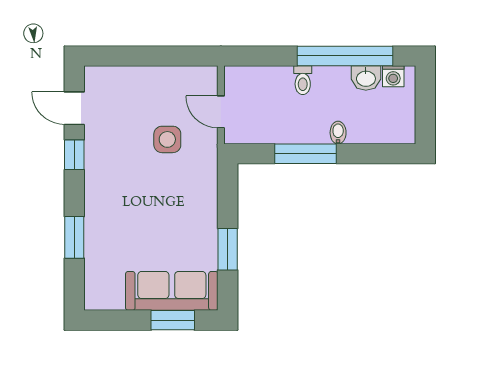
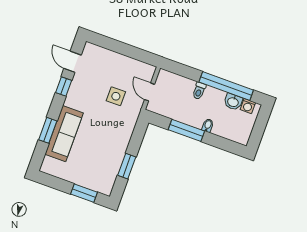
sofa: (172, 291) -> (64, 134), moved, turned 90

